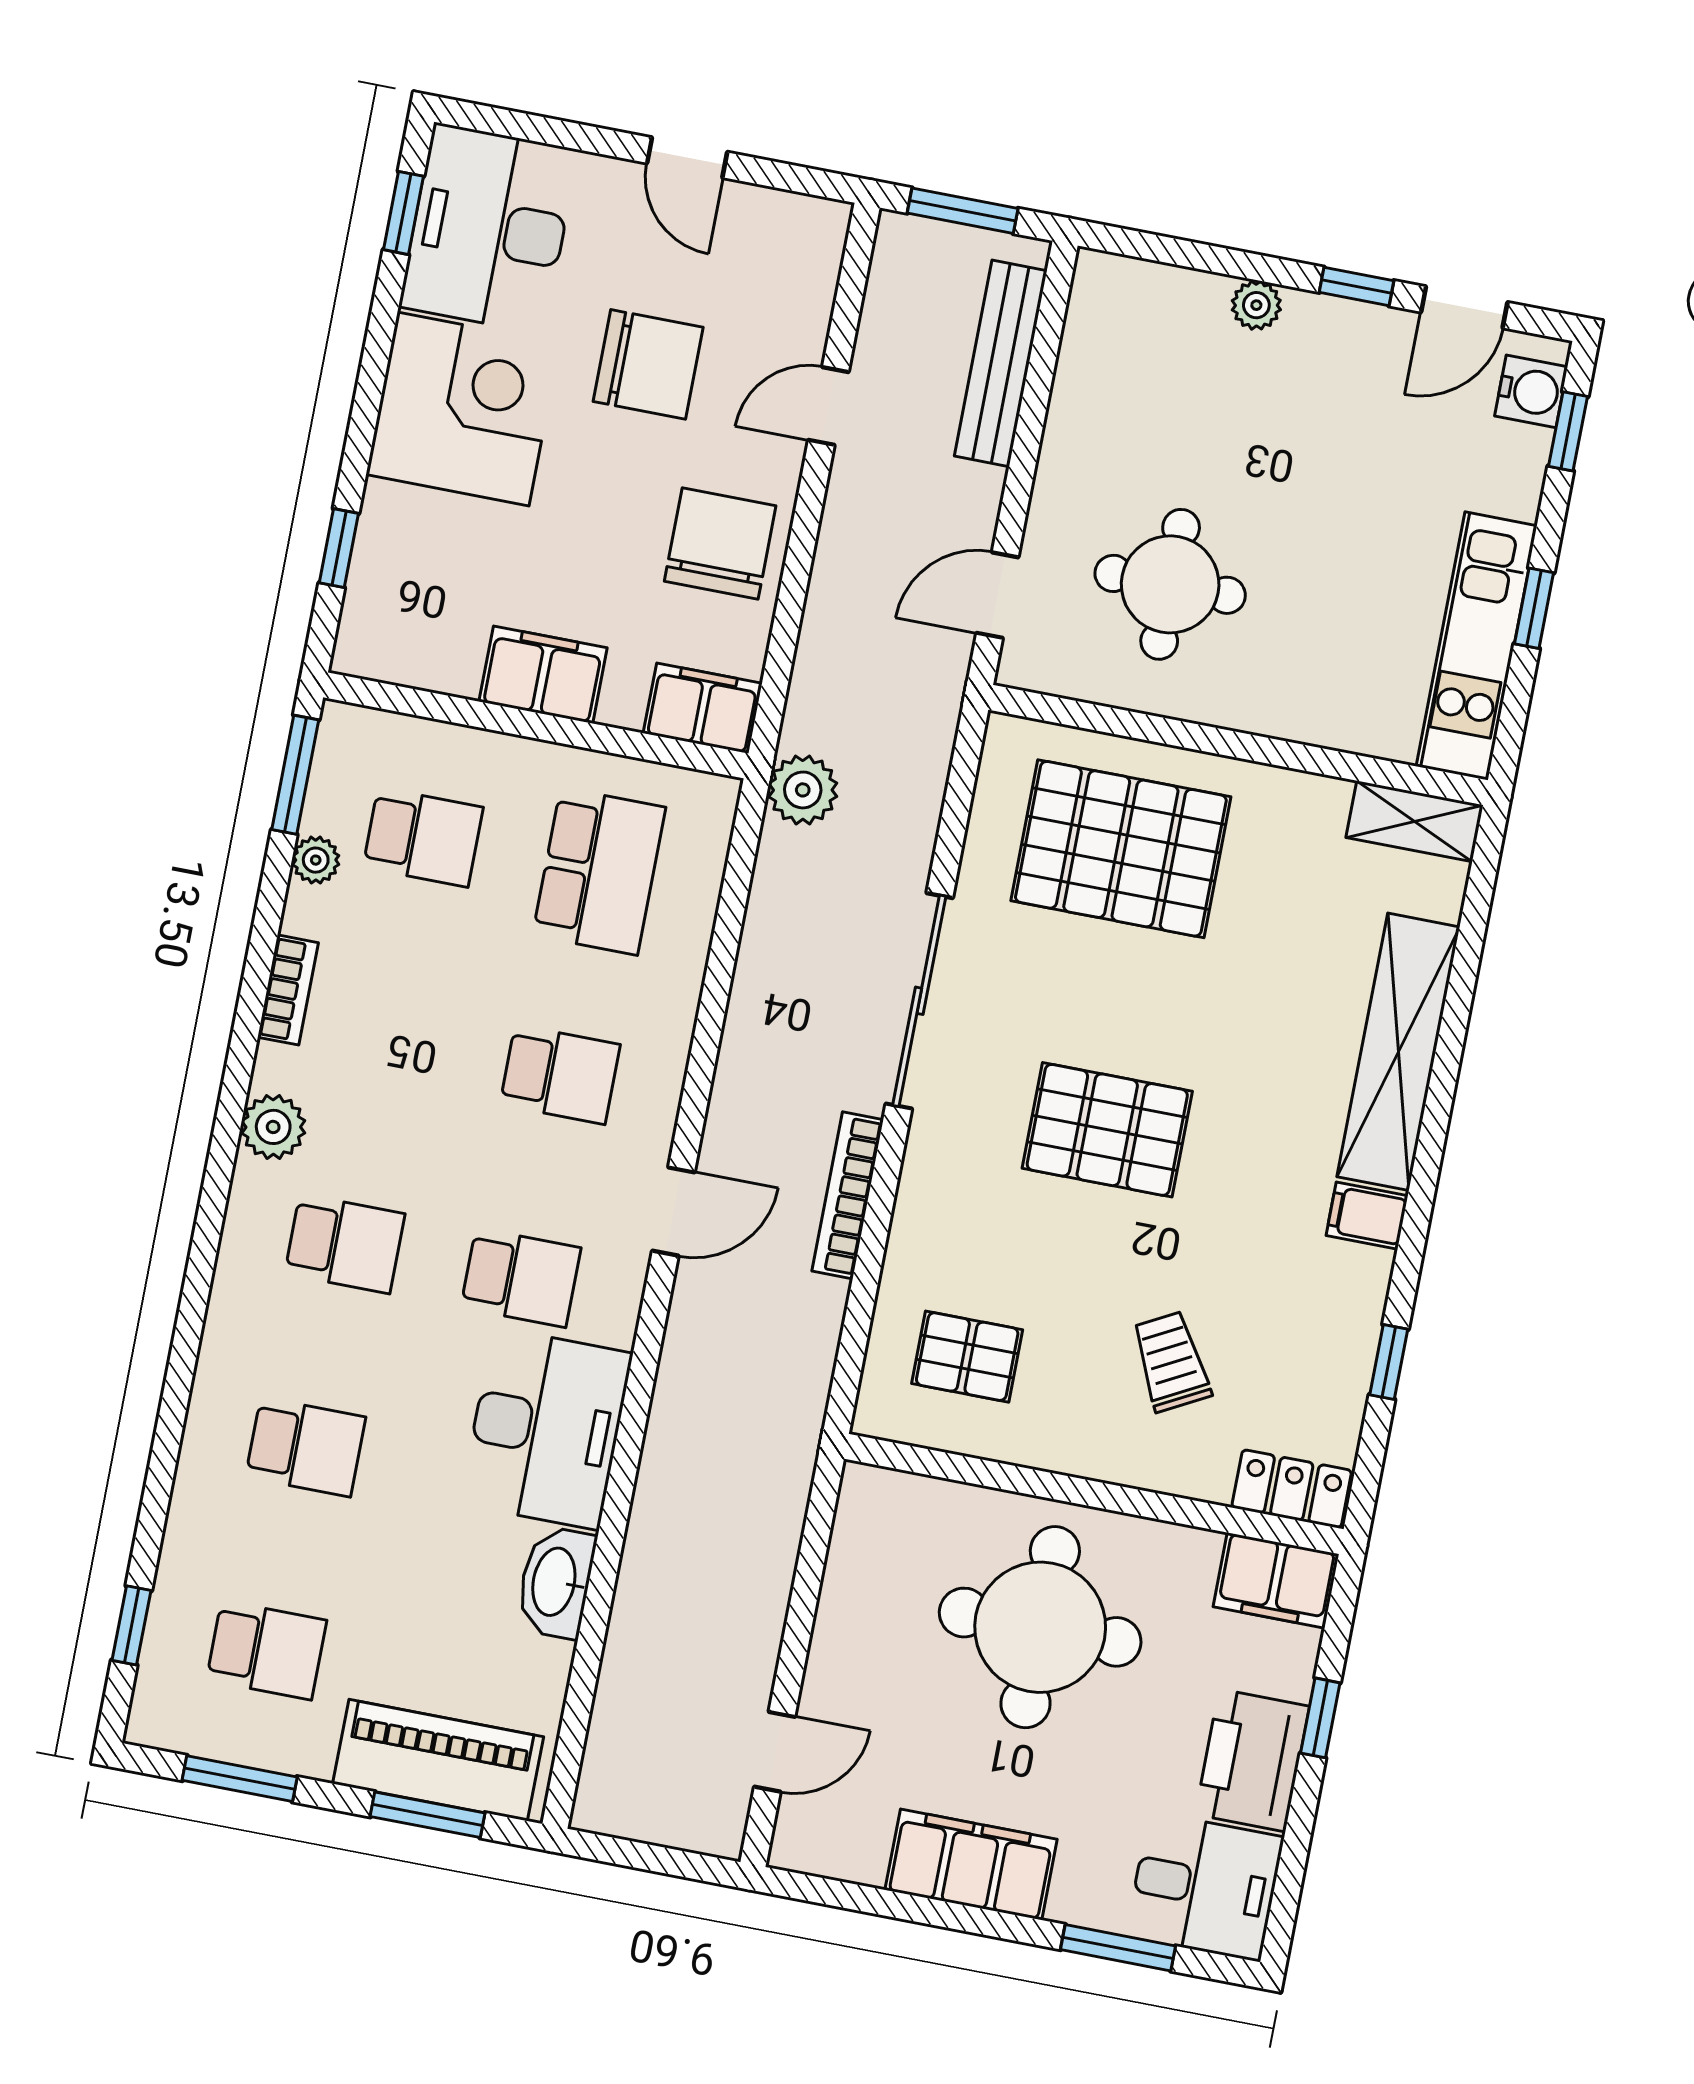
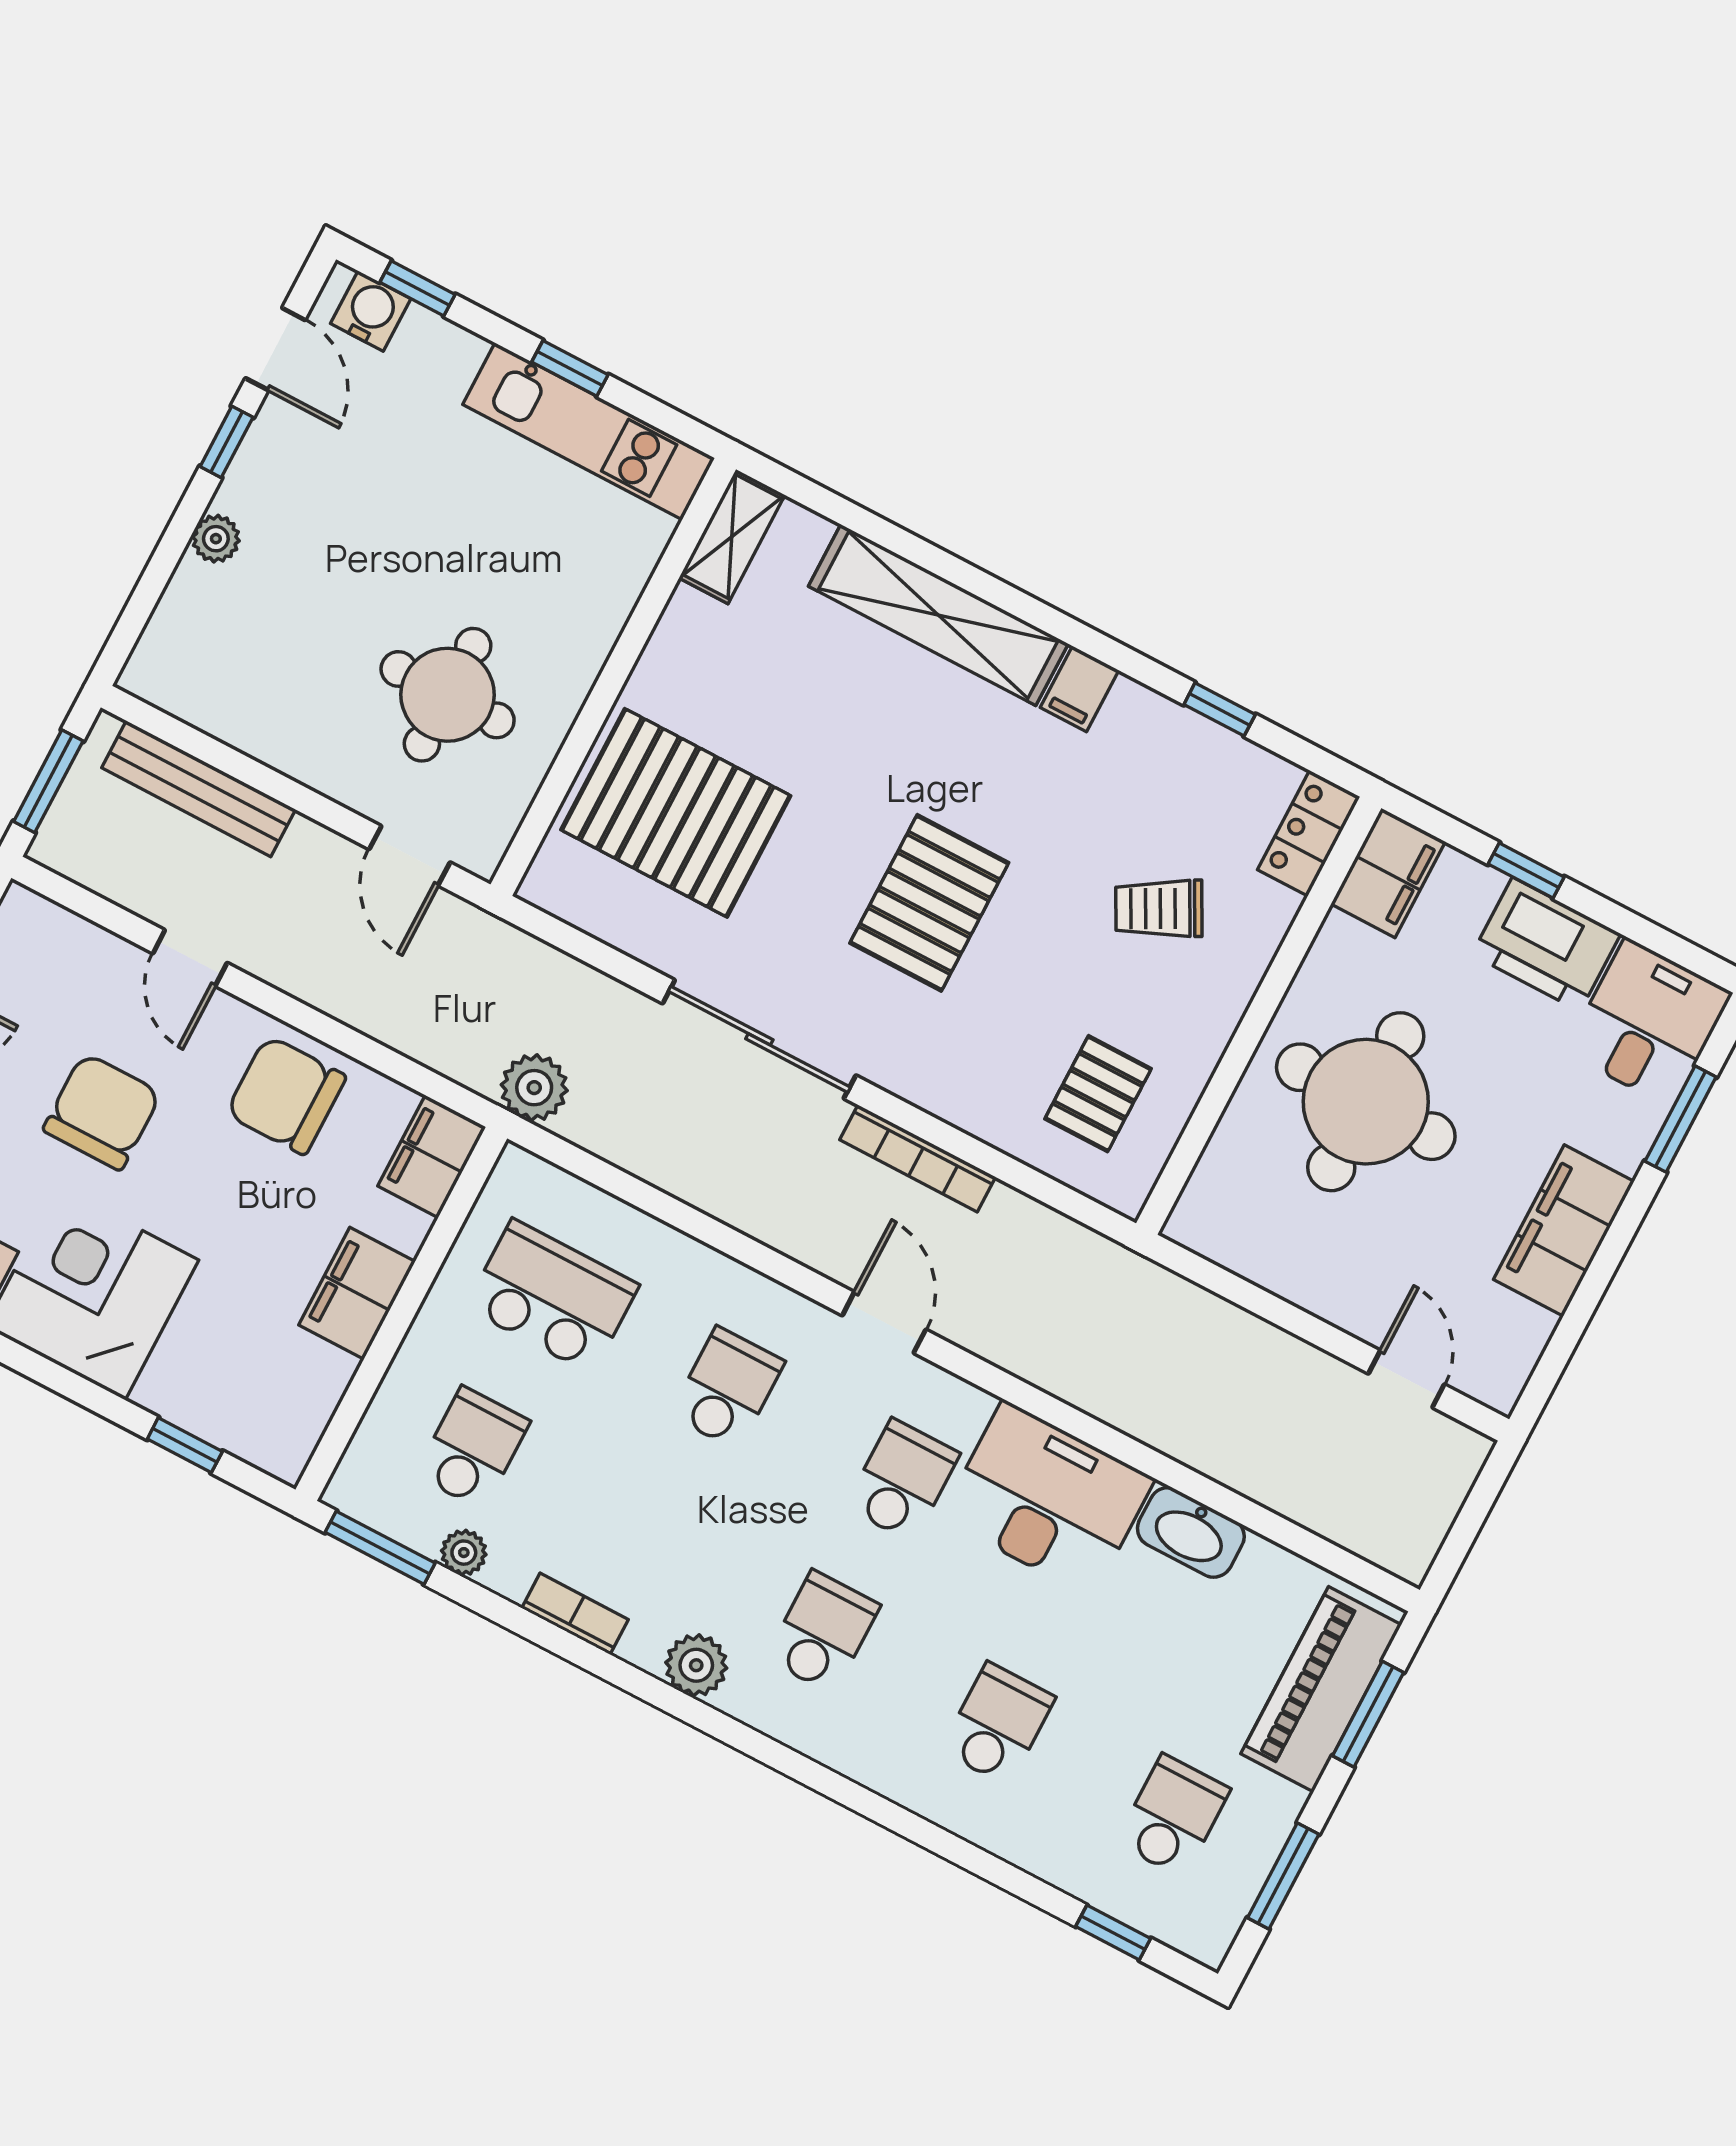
pallet: (1121, 849) -> (676, 813), turned 90

